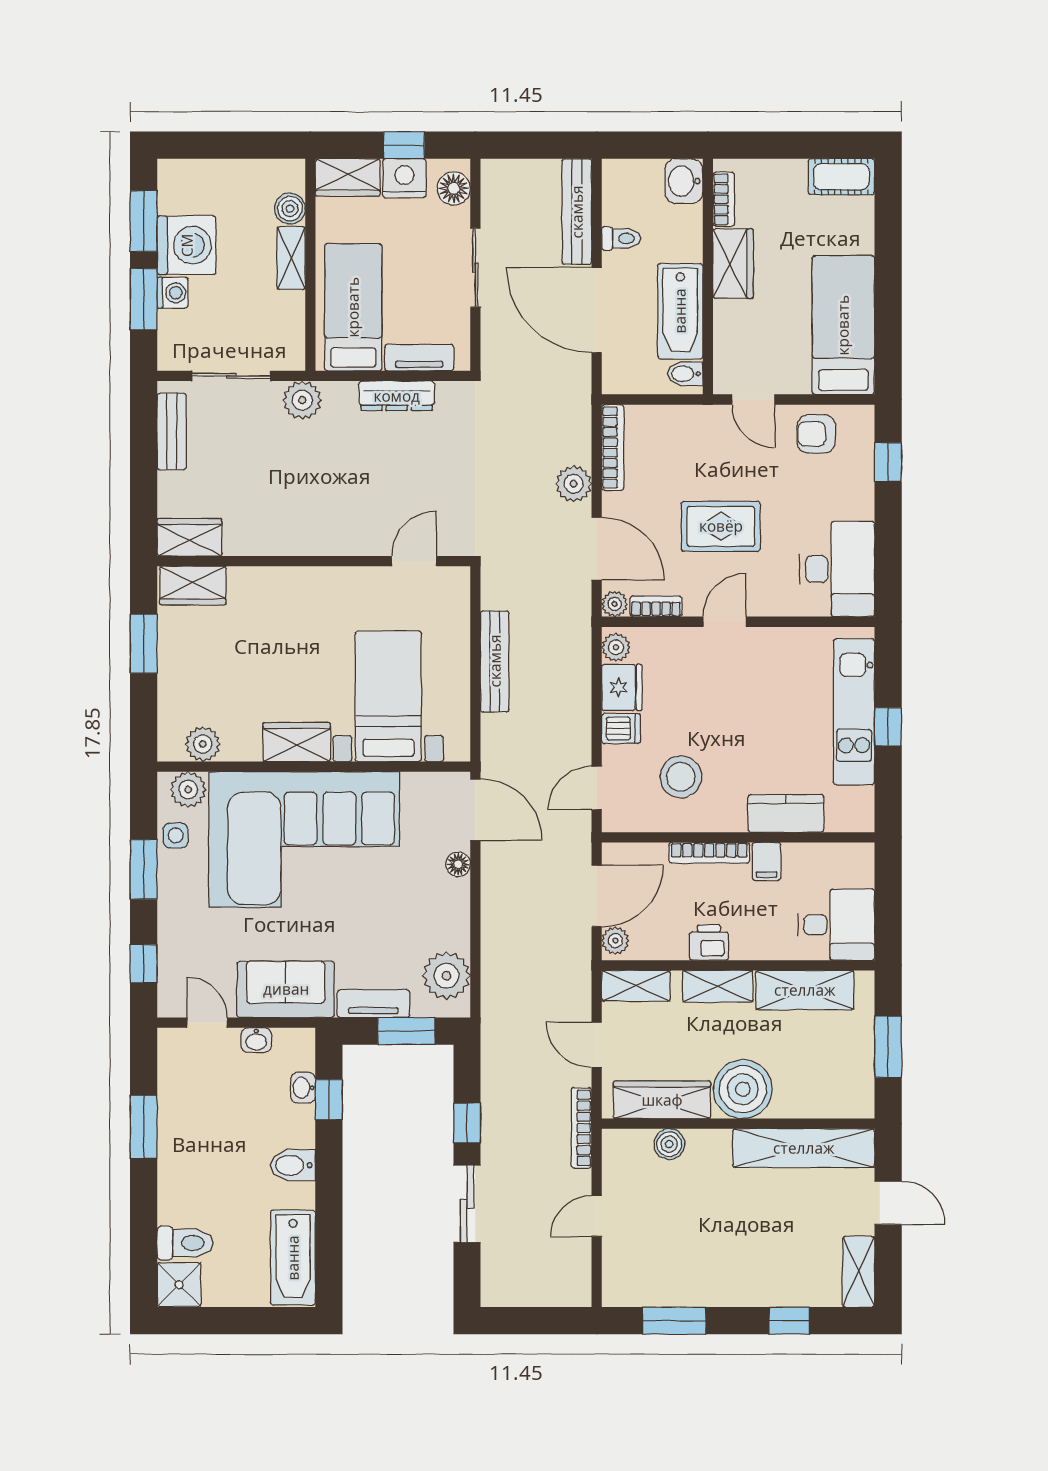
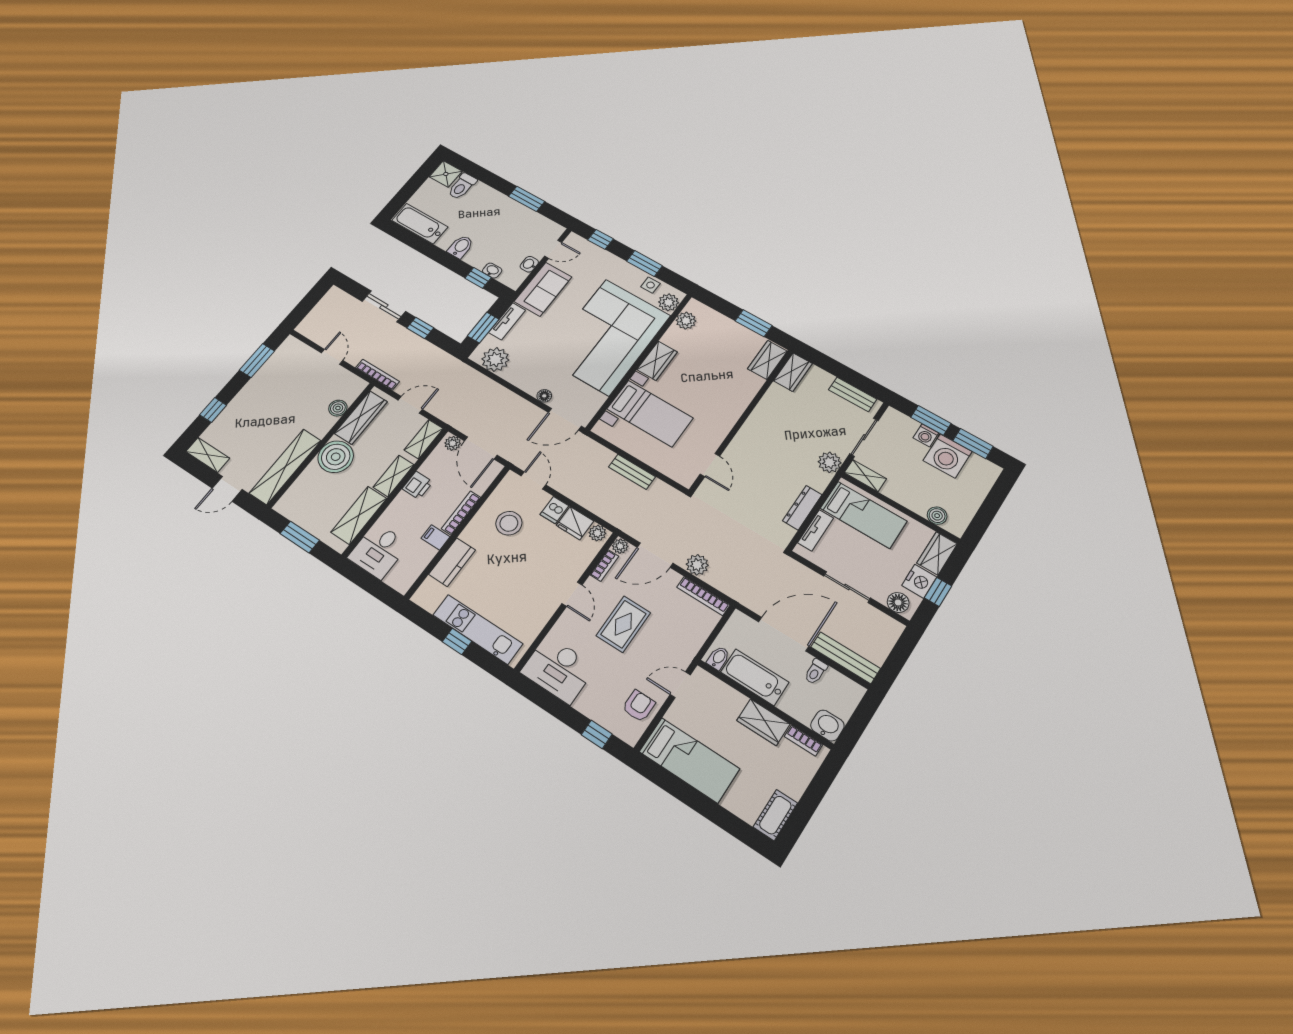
shelving: (291, 258) -> (865, 476), moved
bench: (495, 661) -> (632, 472), width x0.73

